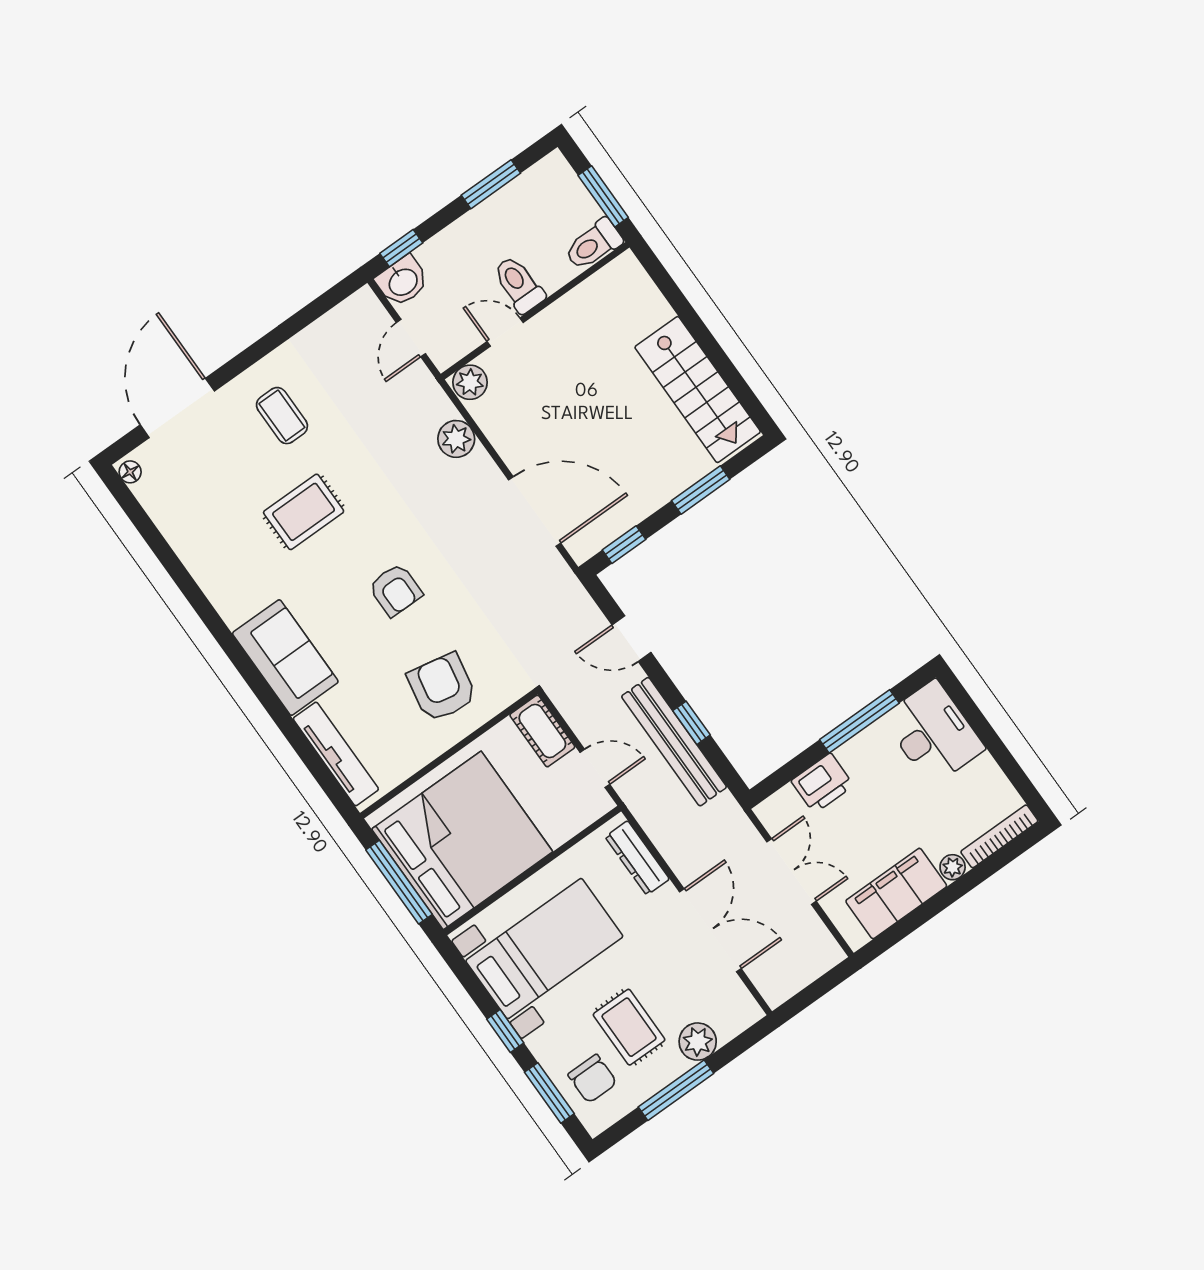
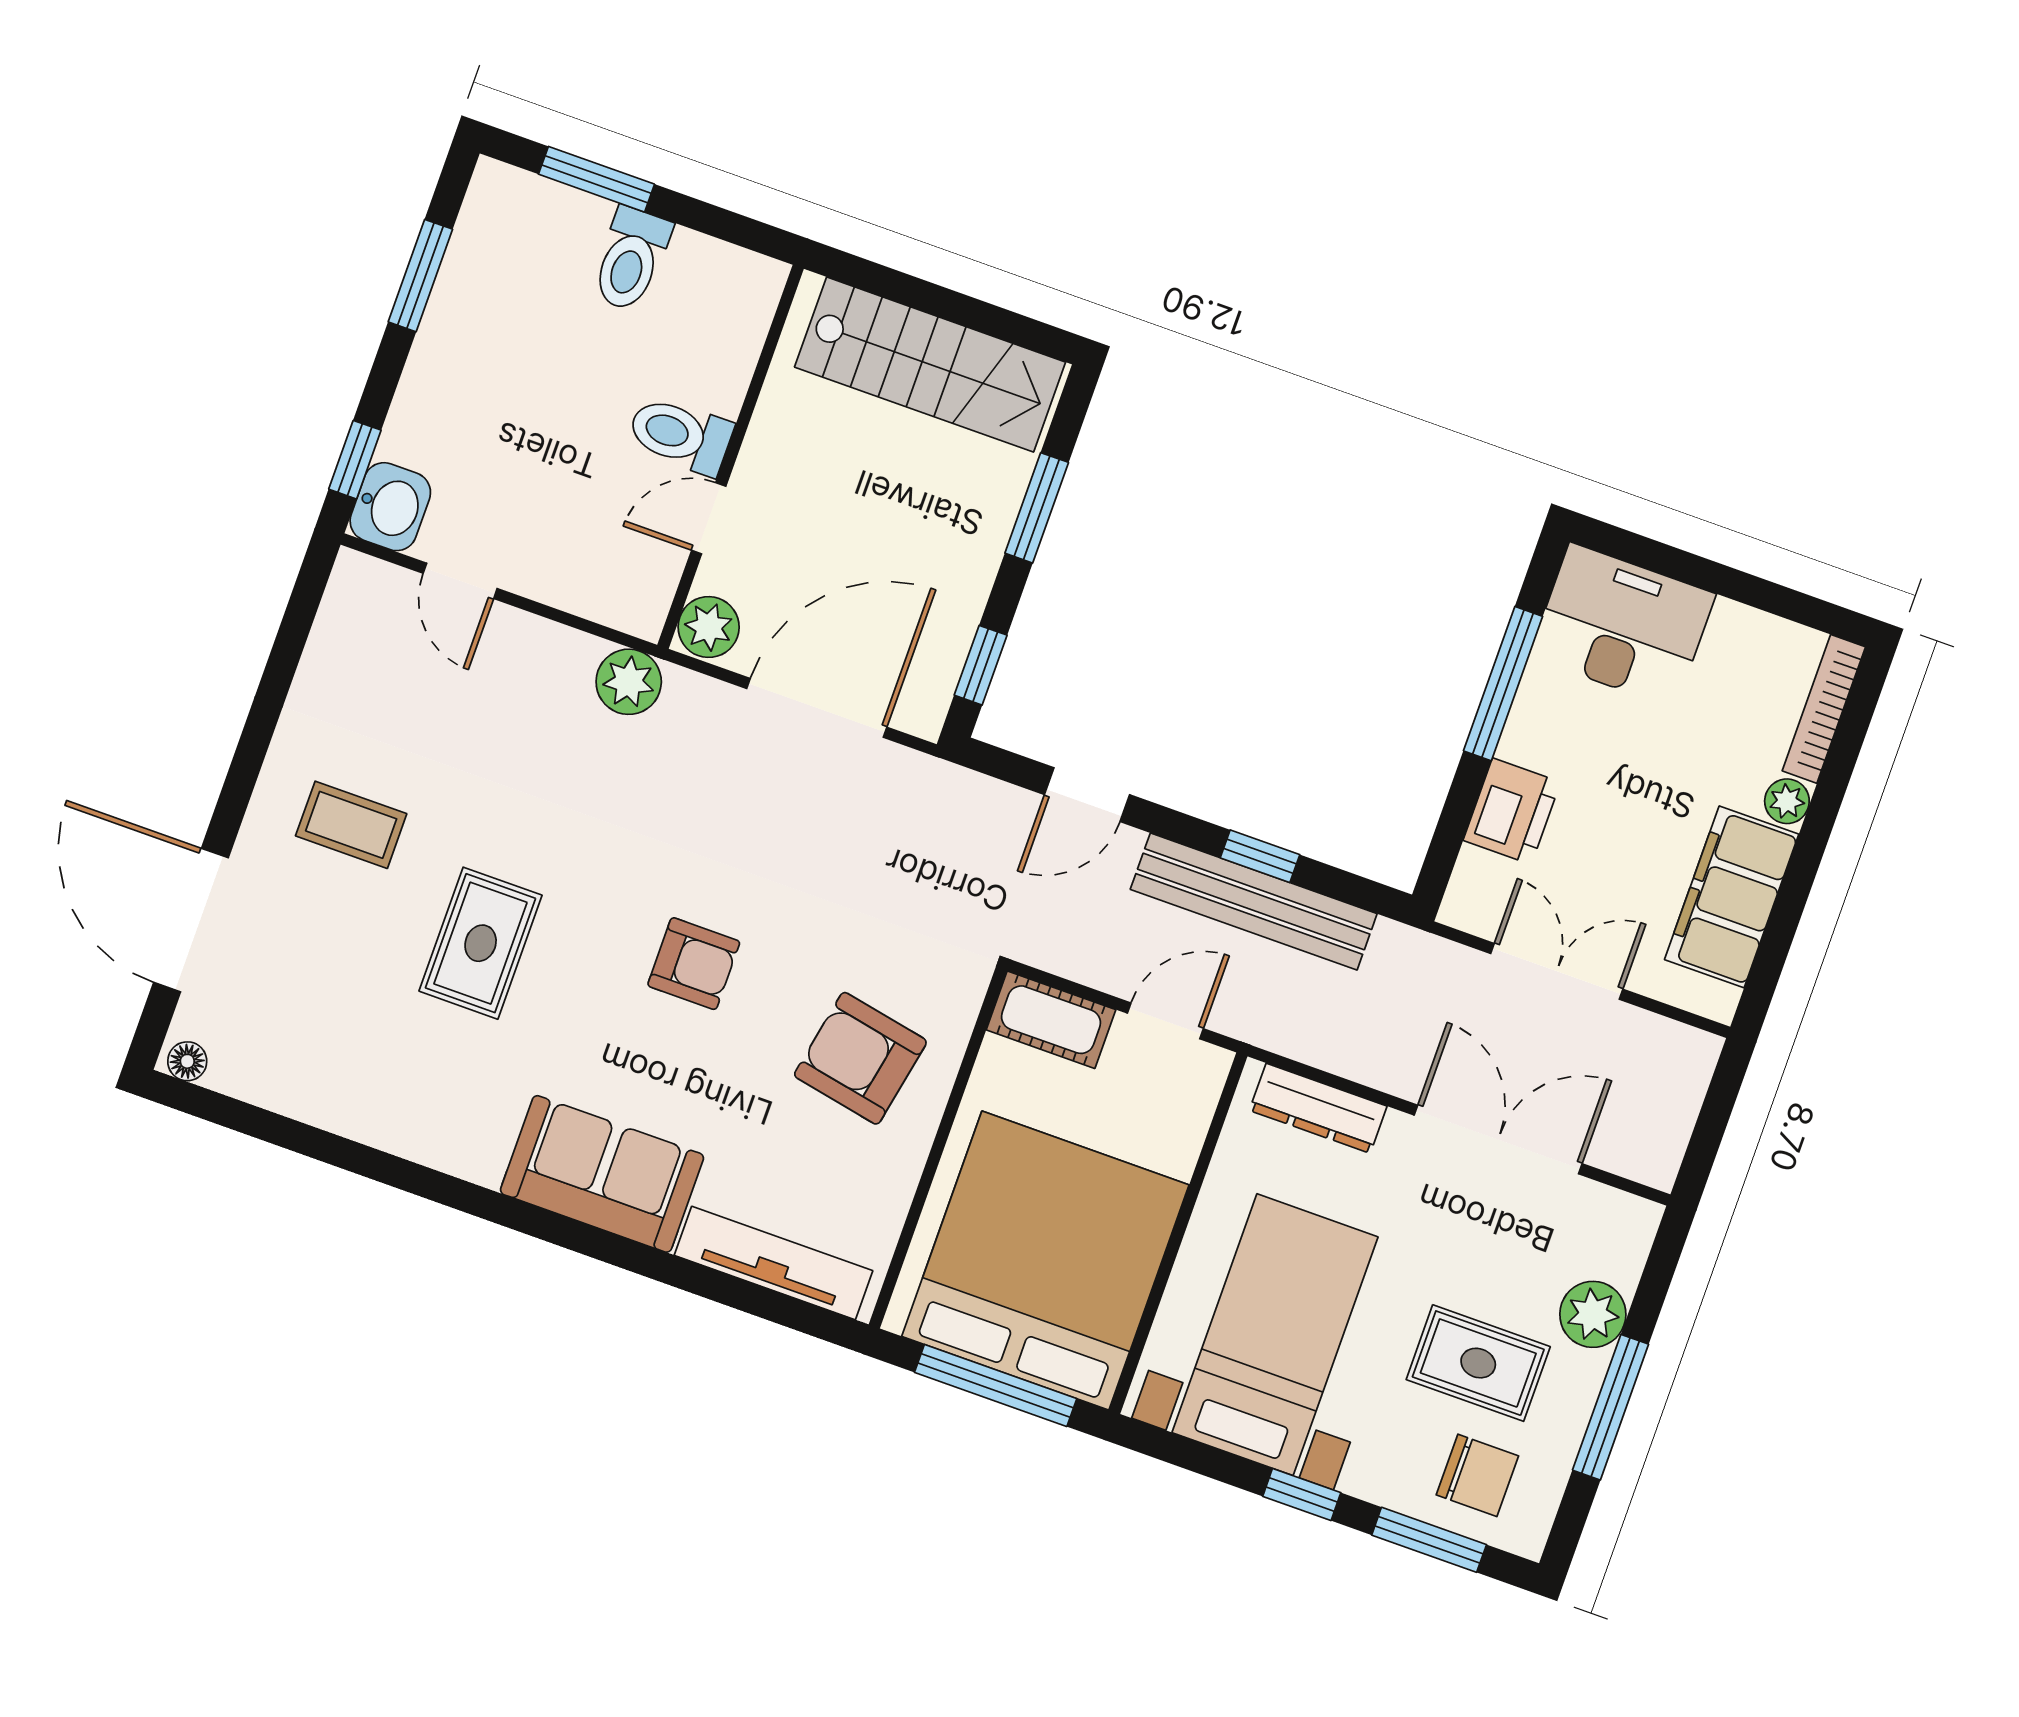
toilet: (519, 284) -> (680, 435), moved
wall: (535, 311) -> (731, 457), moved
door: (505, 332) -> (709, 518), moved
plant: (470, 382) -> (709, 627), moved

